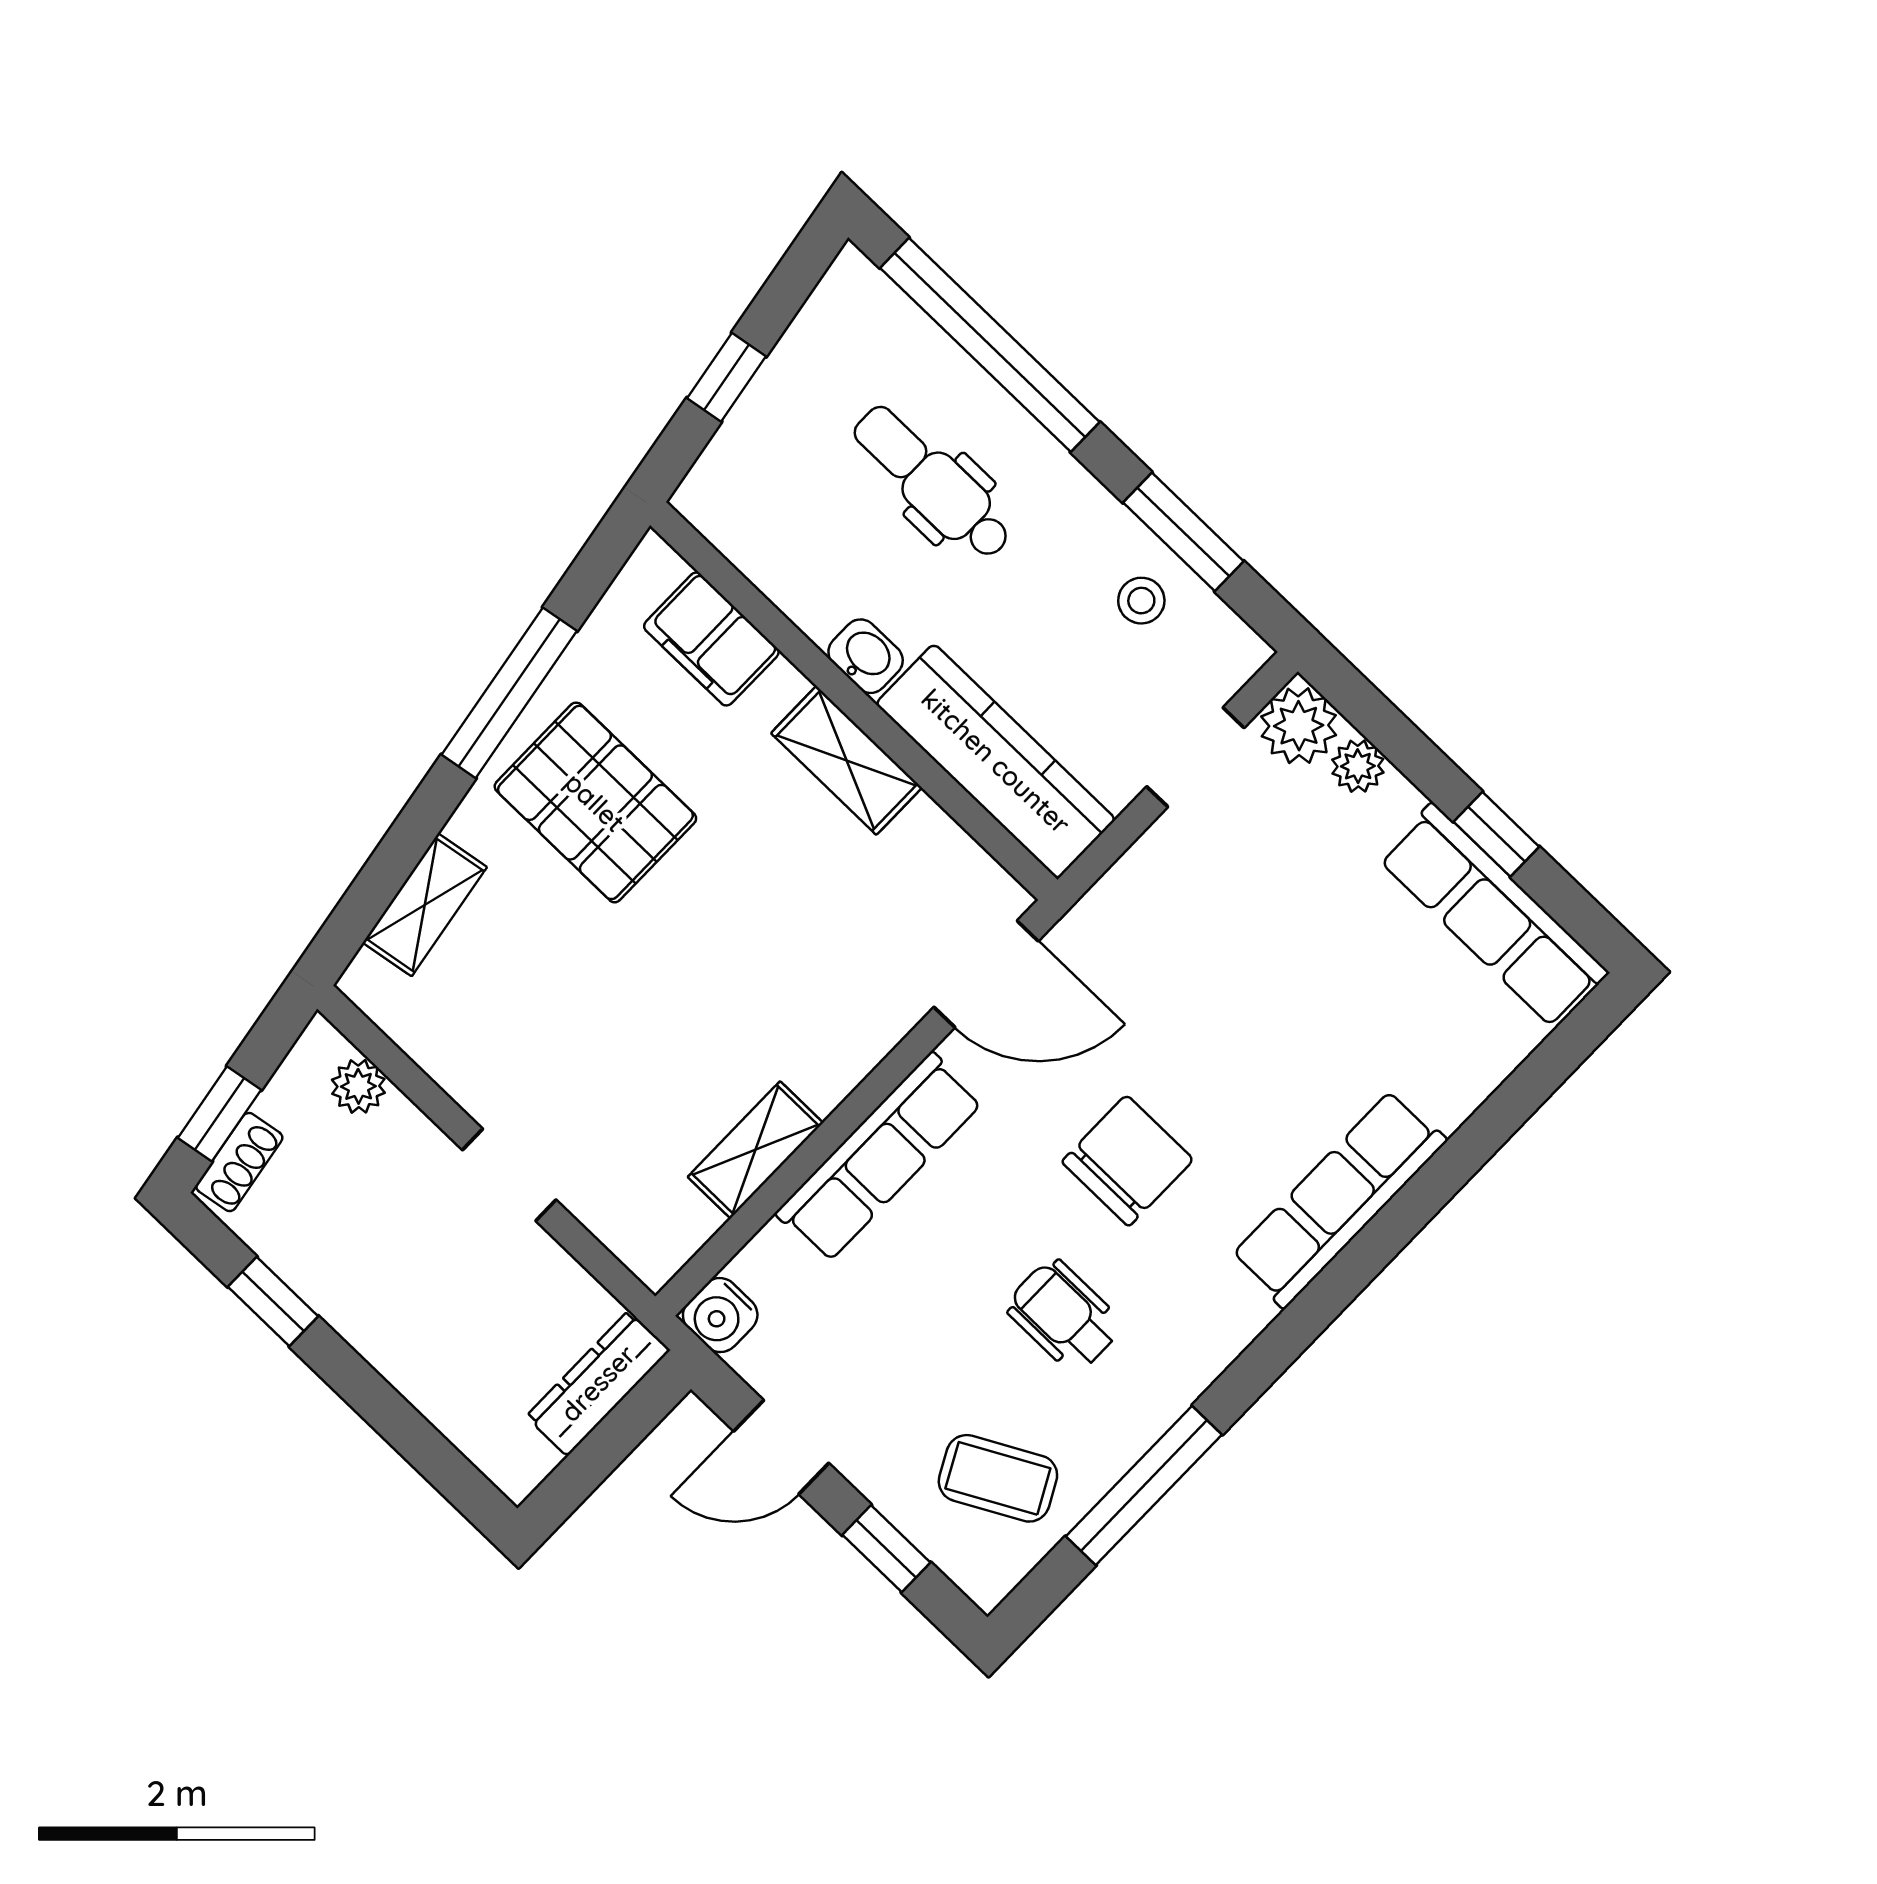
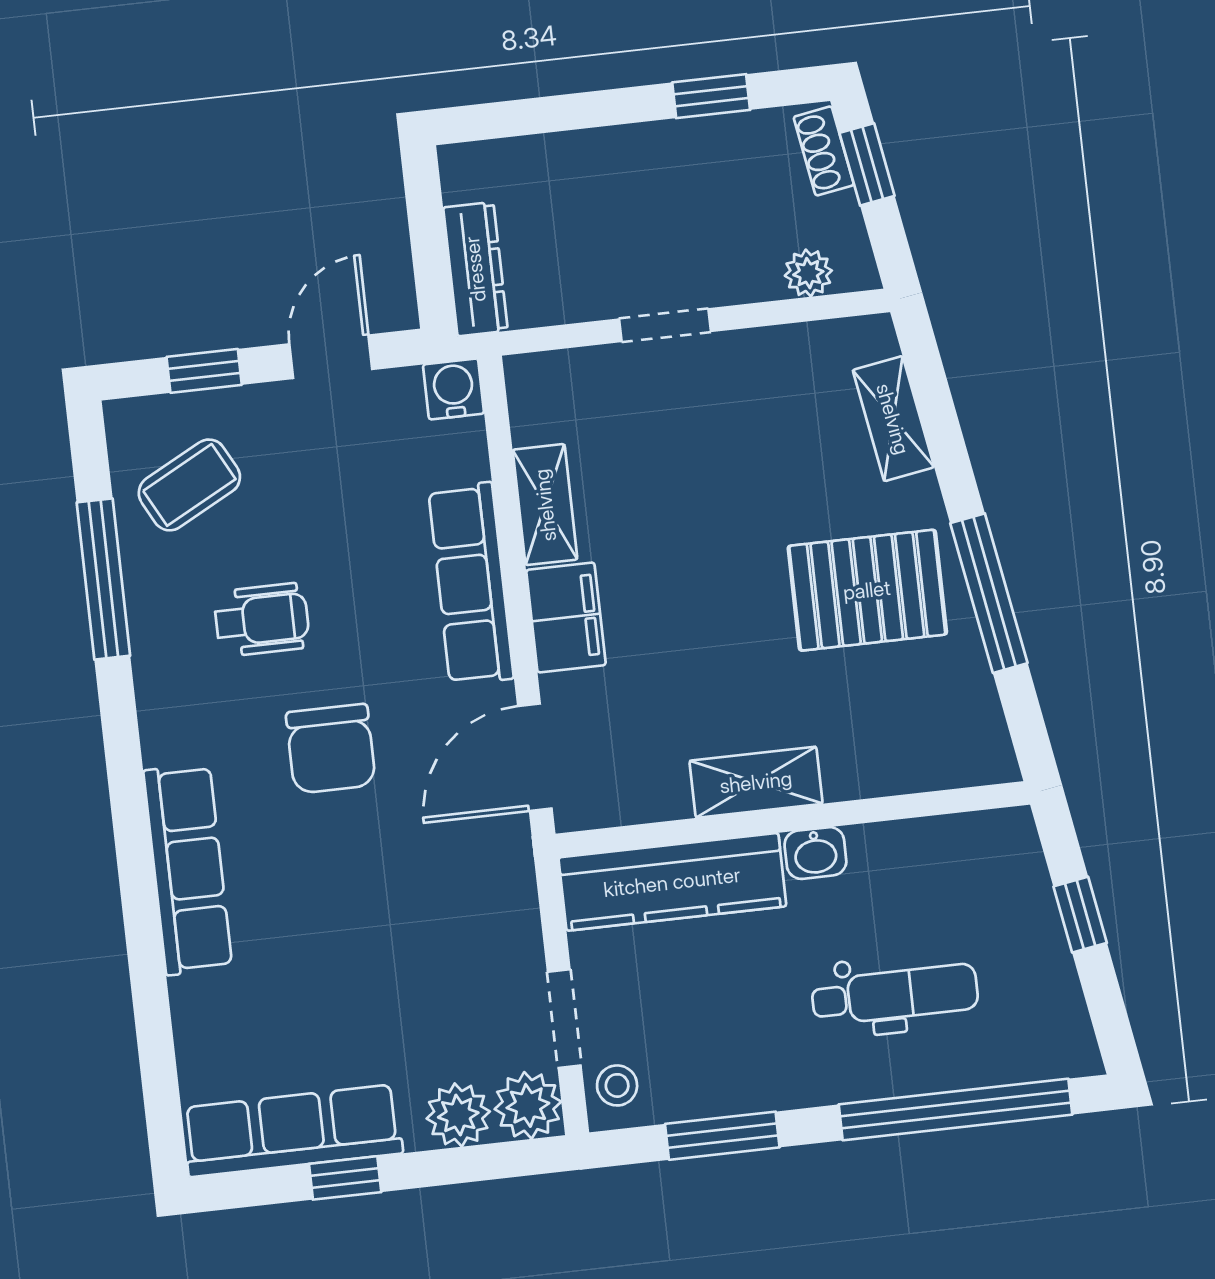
stool: (1141, 601) -> (617, 1085), moved
filing cabinet: (711, 639) -> (566, 618), moved, turned 90
plant: (1358, 766) -> (458, 1115), width x1.38, depth x1.38

